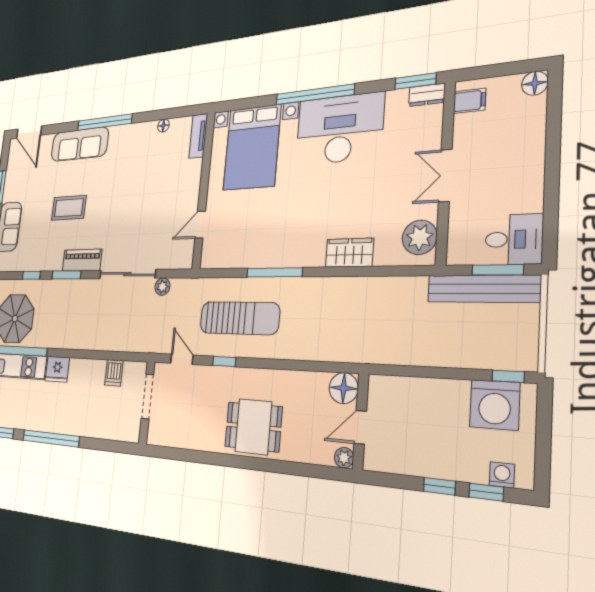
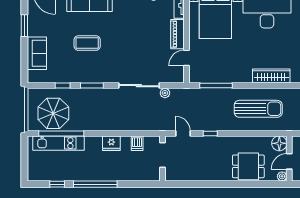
wardrobe: (349, 253) -> (271, 76), width x1.50
piano: (82, 260) -> (177, 34), moved, turned -90
window: (274, 272) -> (216, 86), moved
sun lounger: (239, 318) -> (258, 109), moved
fridge: (57, 369) -> (111, 143), moved
dining table: (253, 427) -> (248, 166), moved

